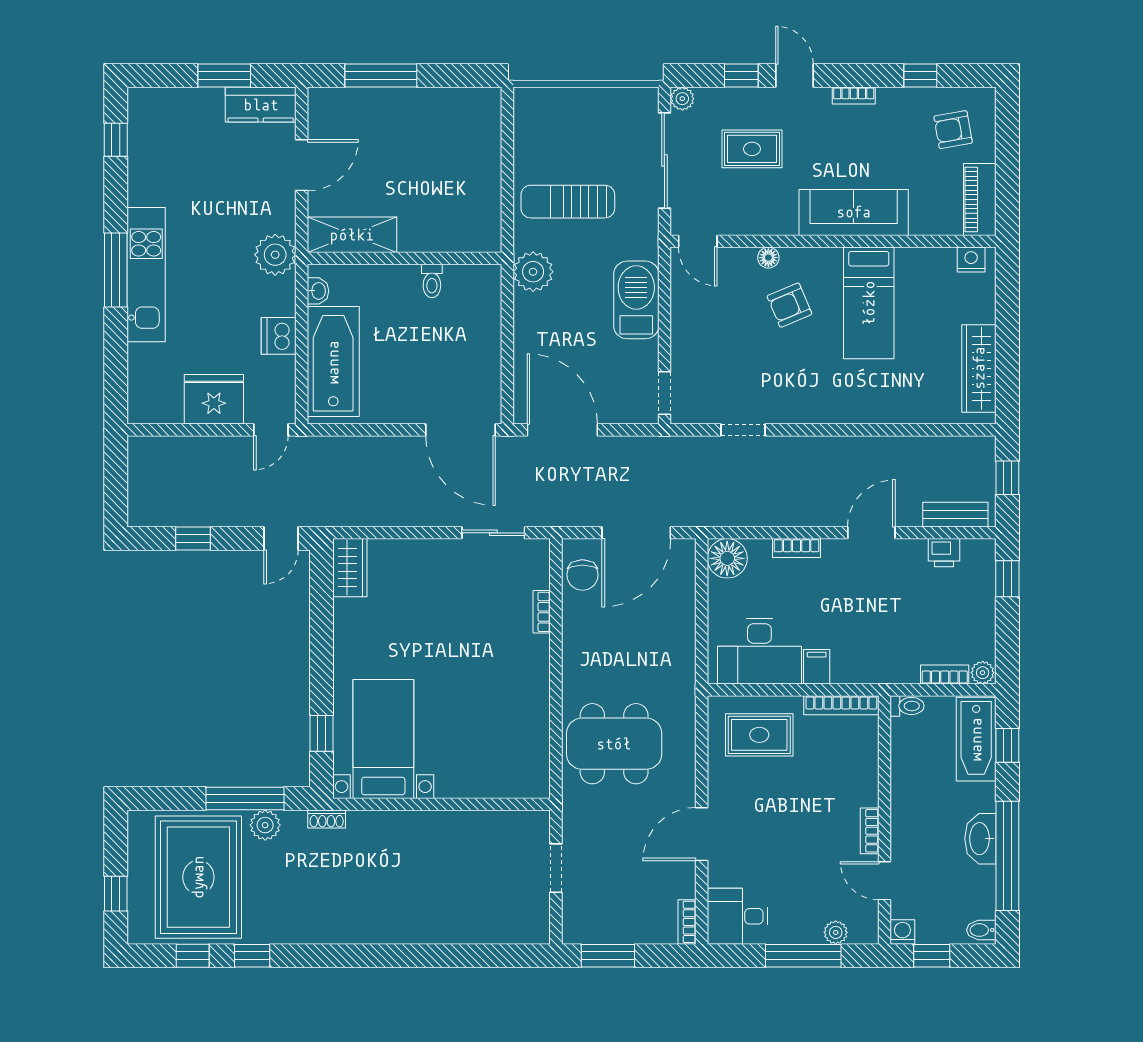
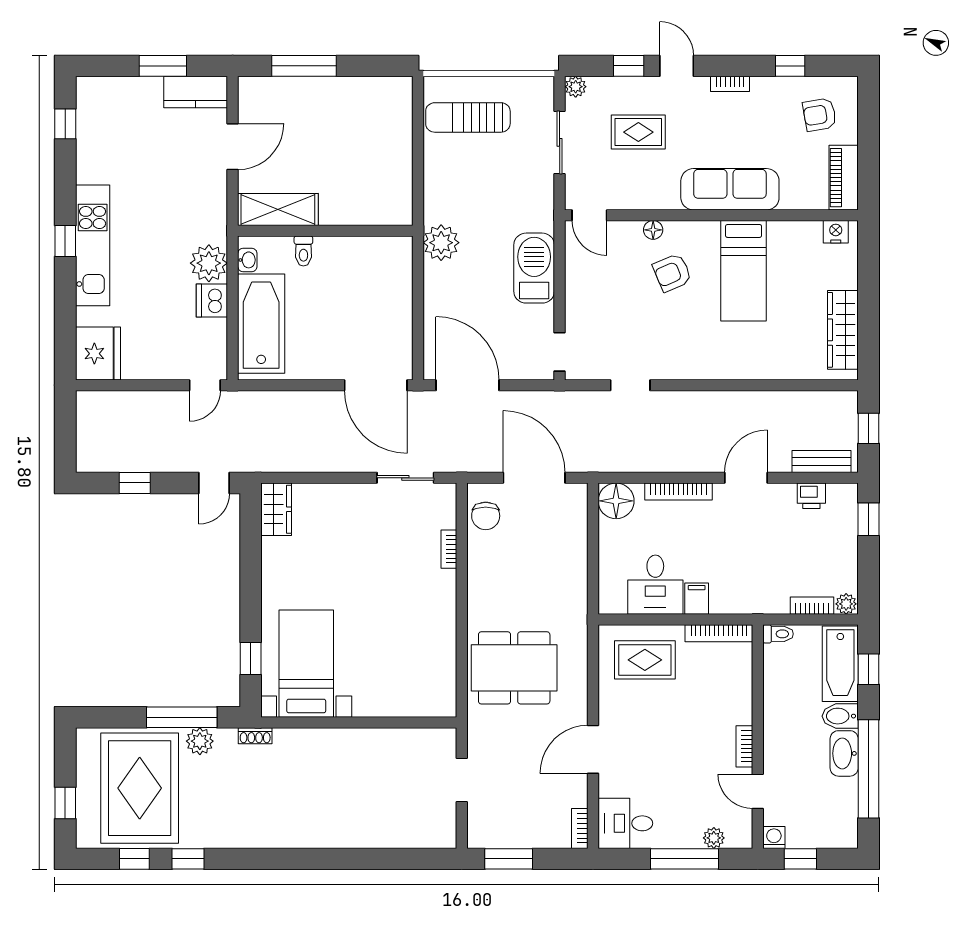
sliding door: (664, 160) -> (560, 142), width x0.73
sun lounger: (568, 202) -> (468, 117), moved
plant: (275, 255) -> (209, 263), moved
window: (116, 270) -> (65, 241), width x0.46
toilet: (432, 281) -> (303, 251), moved
fridge: (214, 399) -> (98, 354), moved, turned 90
door: (636, 533) -> (534, 478), swing flipped
bookcase: (797, 548) -> (678, 492), width x1.56
desk: (759, 651) -> (655, 585), width x0.73
bidet: (981, 930) -> (840, 716), moved, width x1.38, depth x1.36

